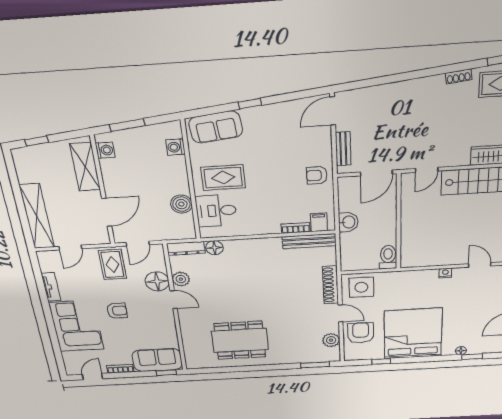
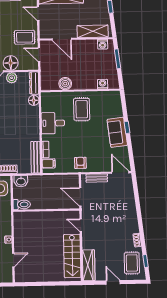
sofa: (216, 127) -> (117, 132), moved
desk: (216, 211) -> (53, 123), moved, turned -90
washbasin: (348, 222) -> (21, 181), moved

